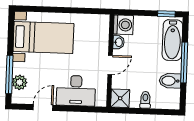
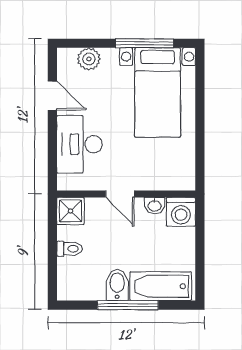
window: (166, 14) -> (200, 276), removed
window: (9, 74) -> (144, 43), moved
bidet: (170, 81) -> (117, 285), moved

